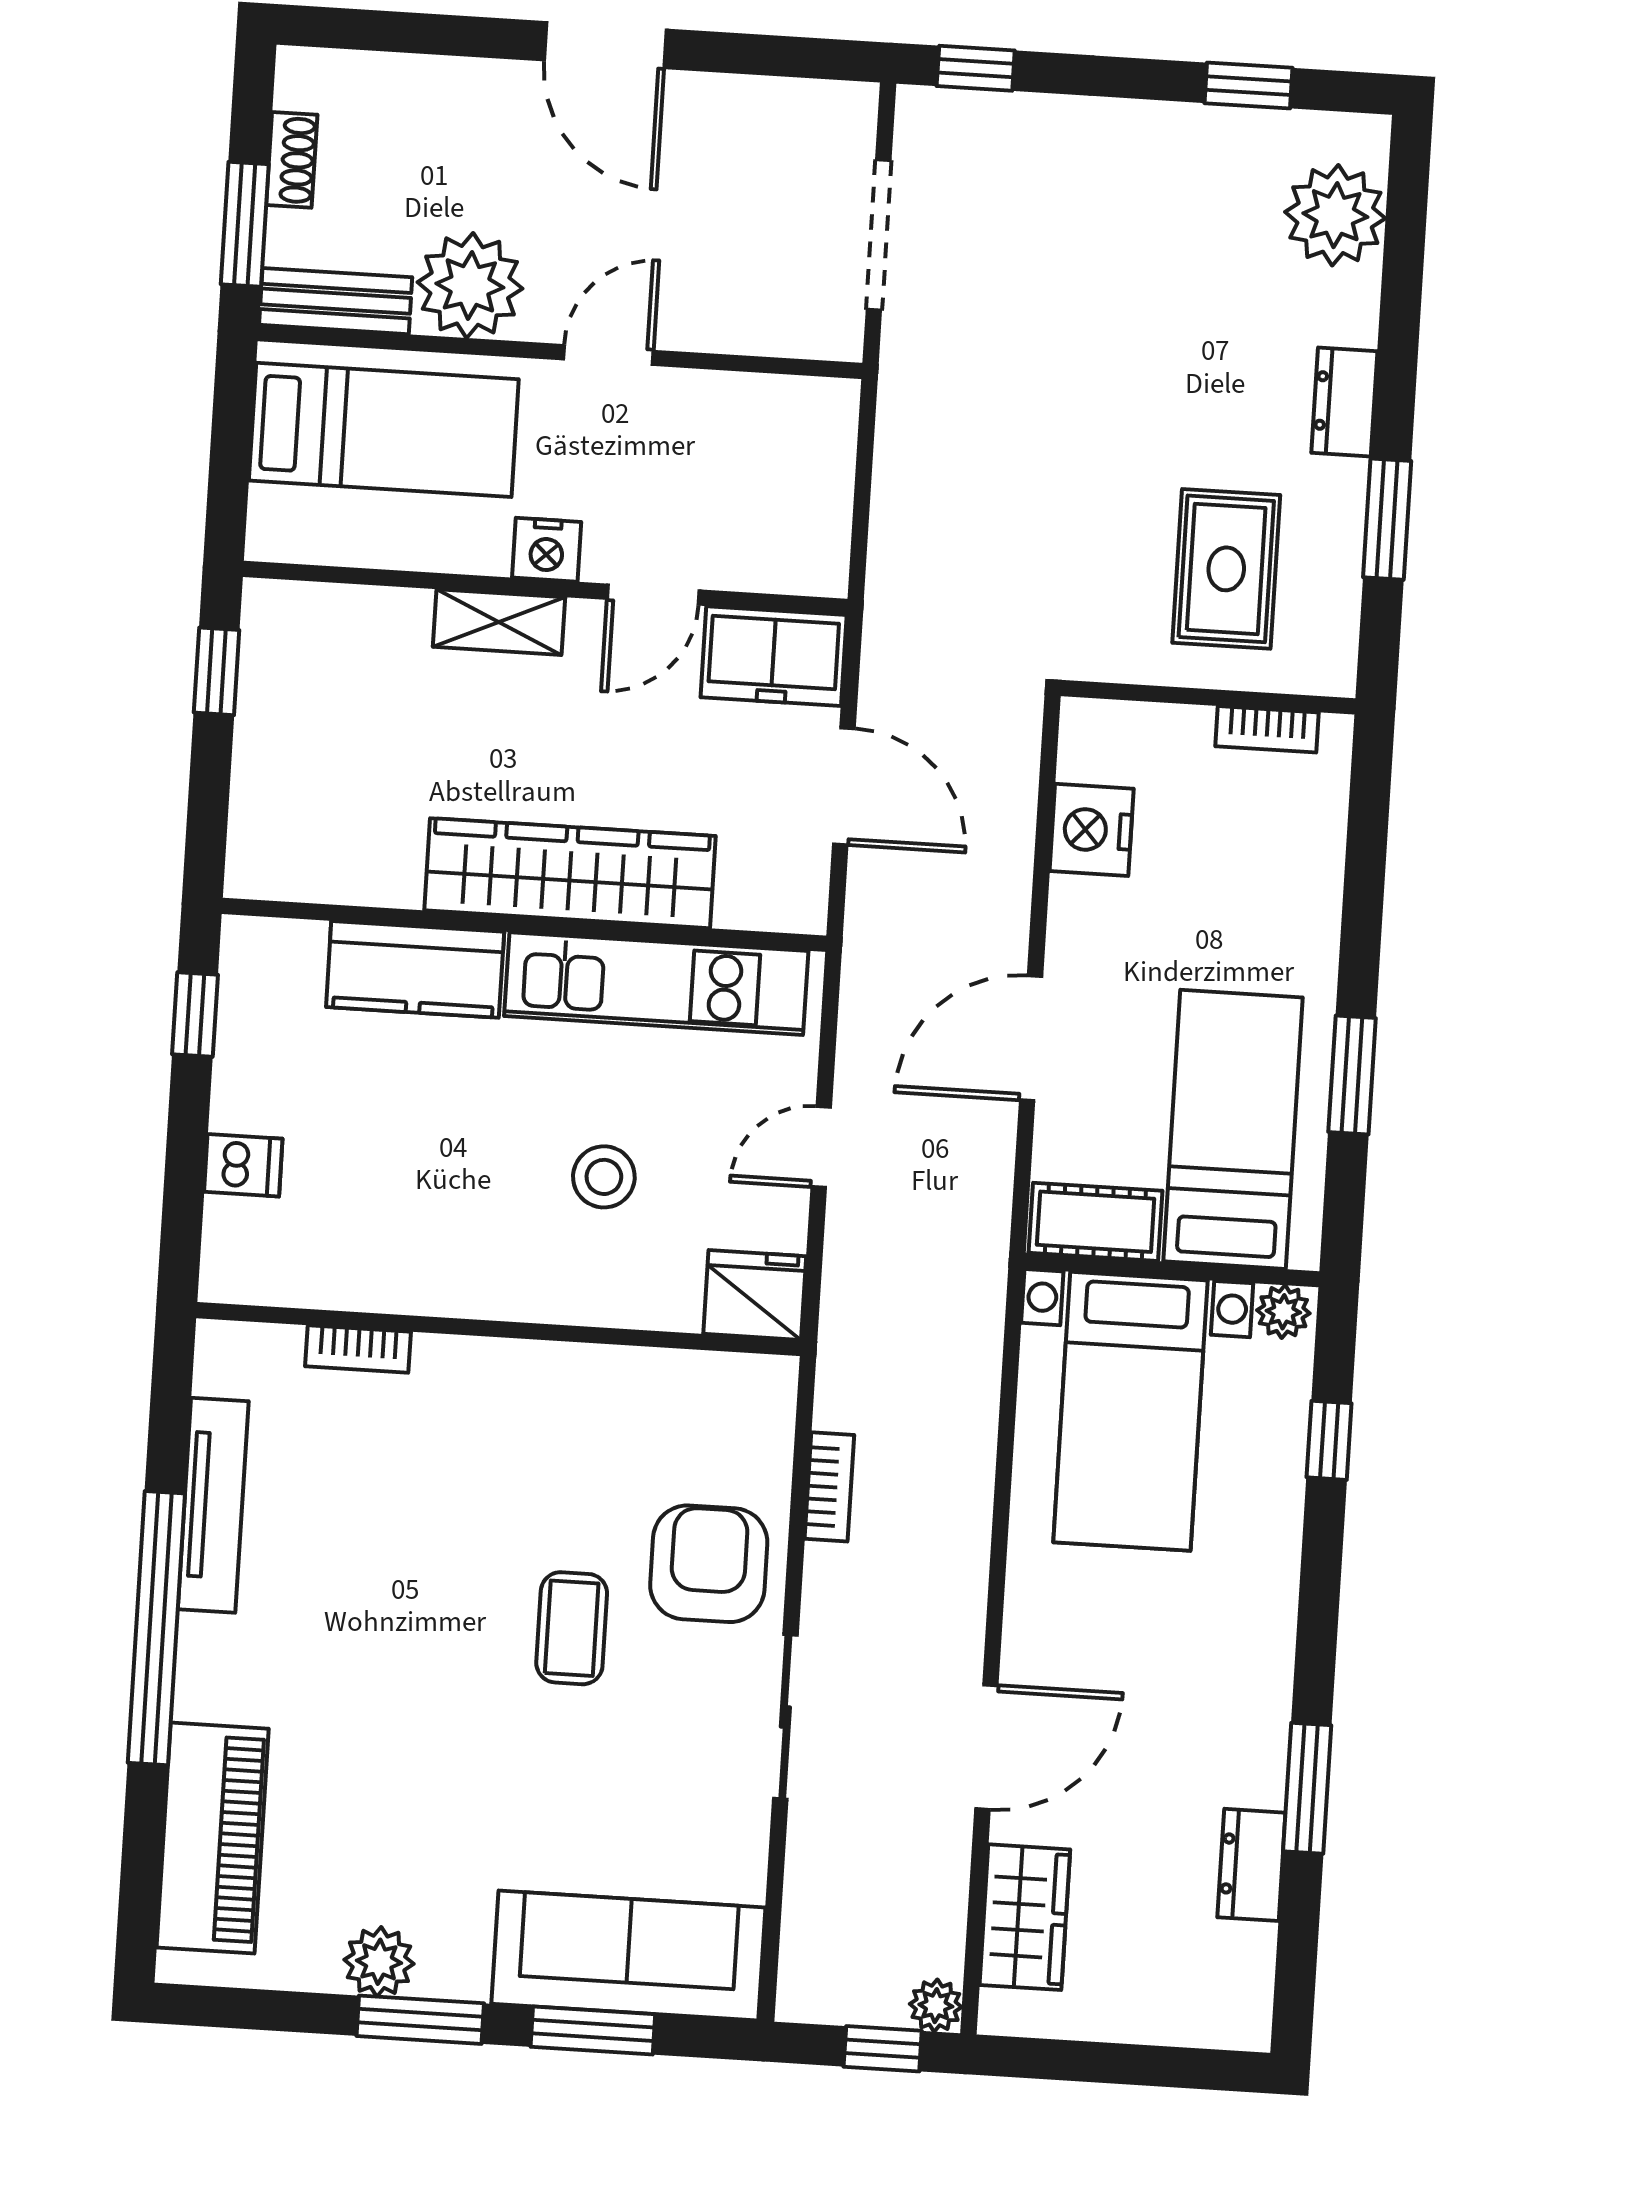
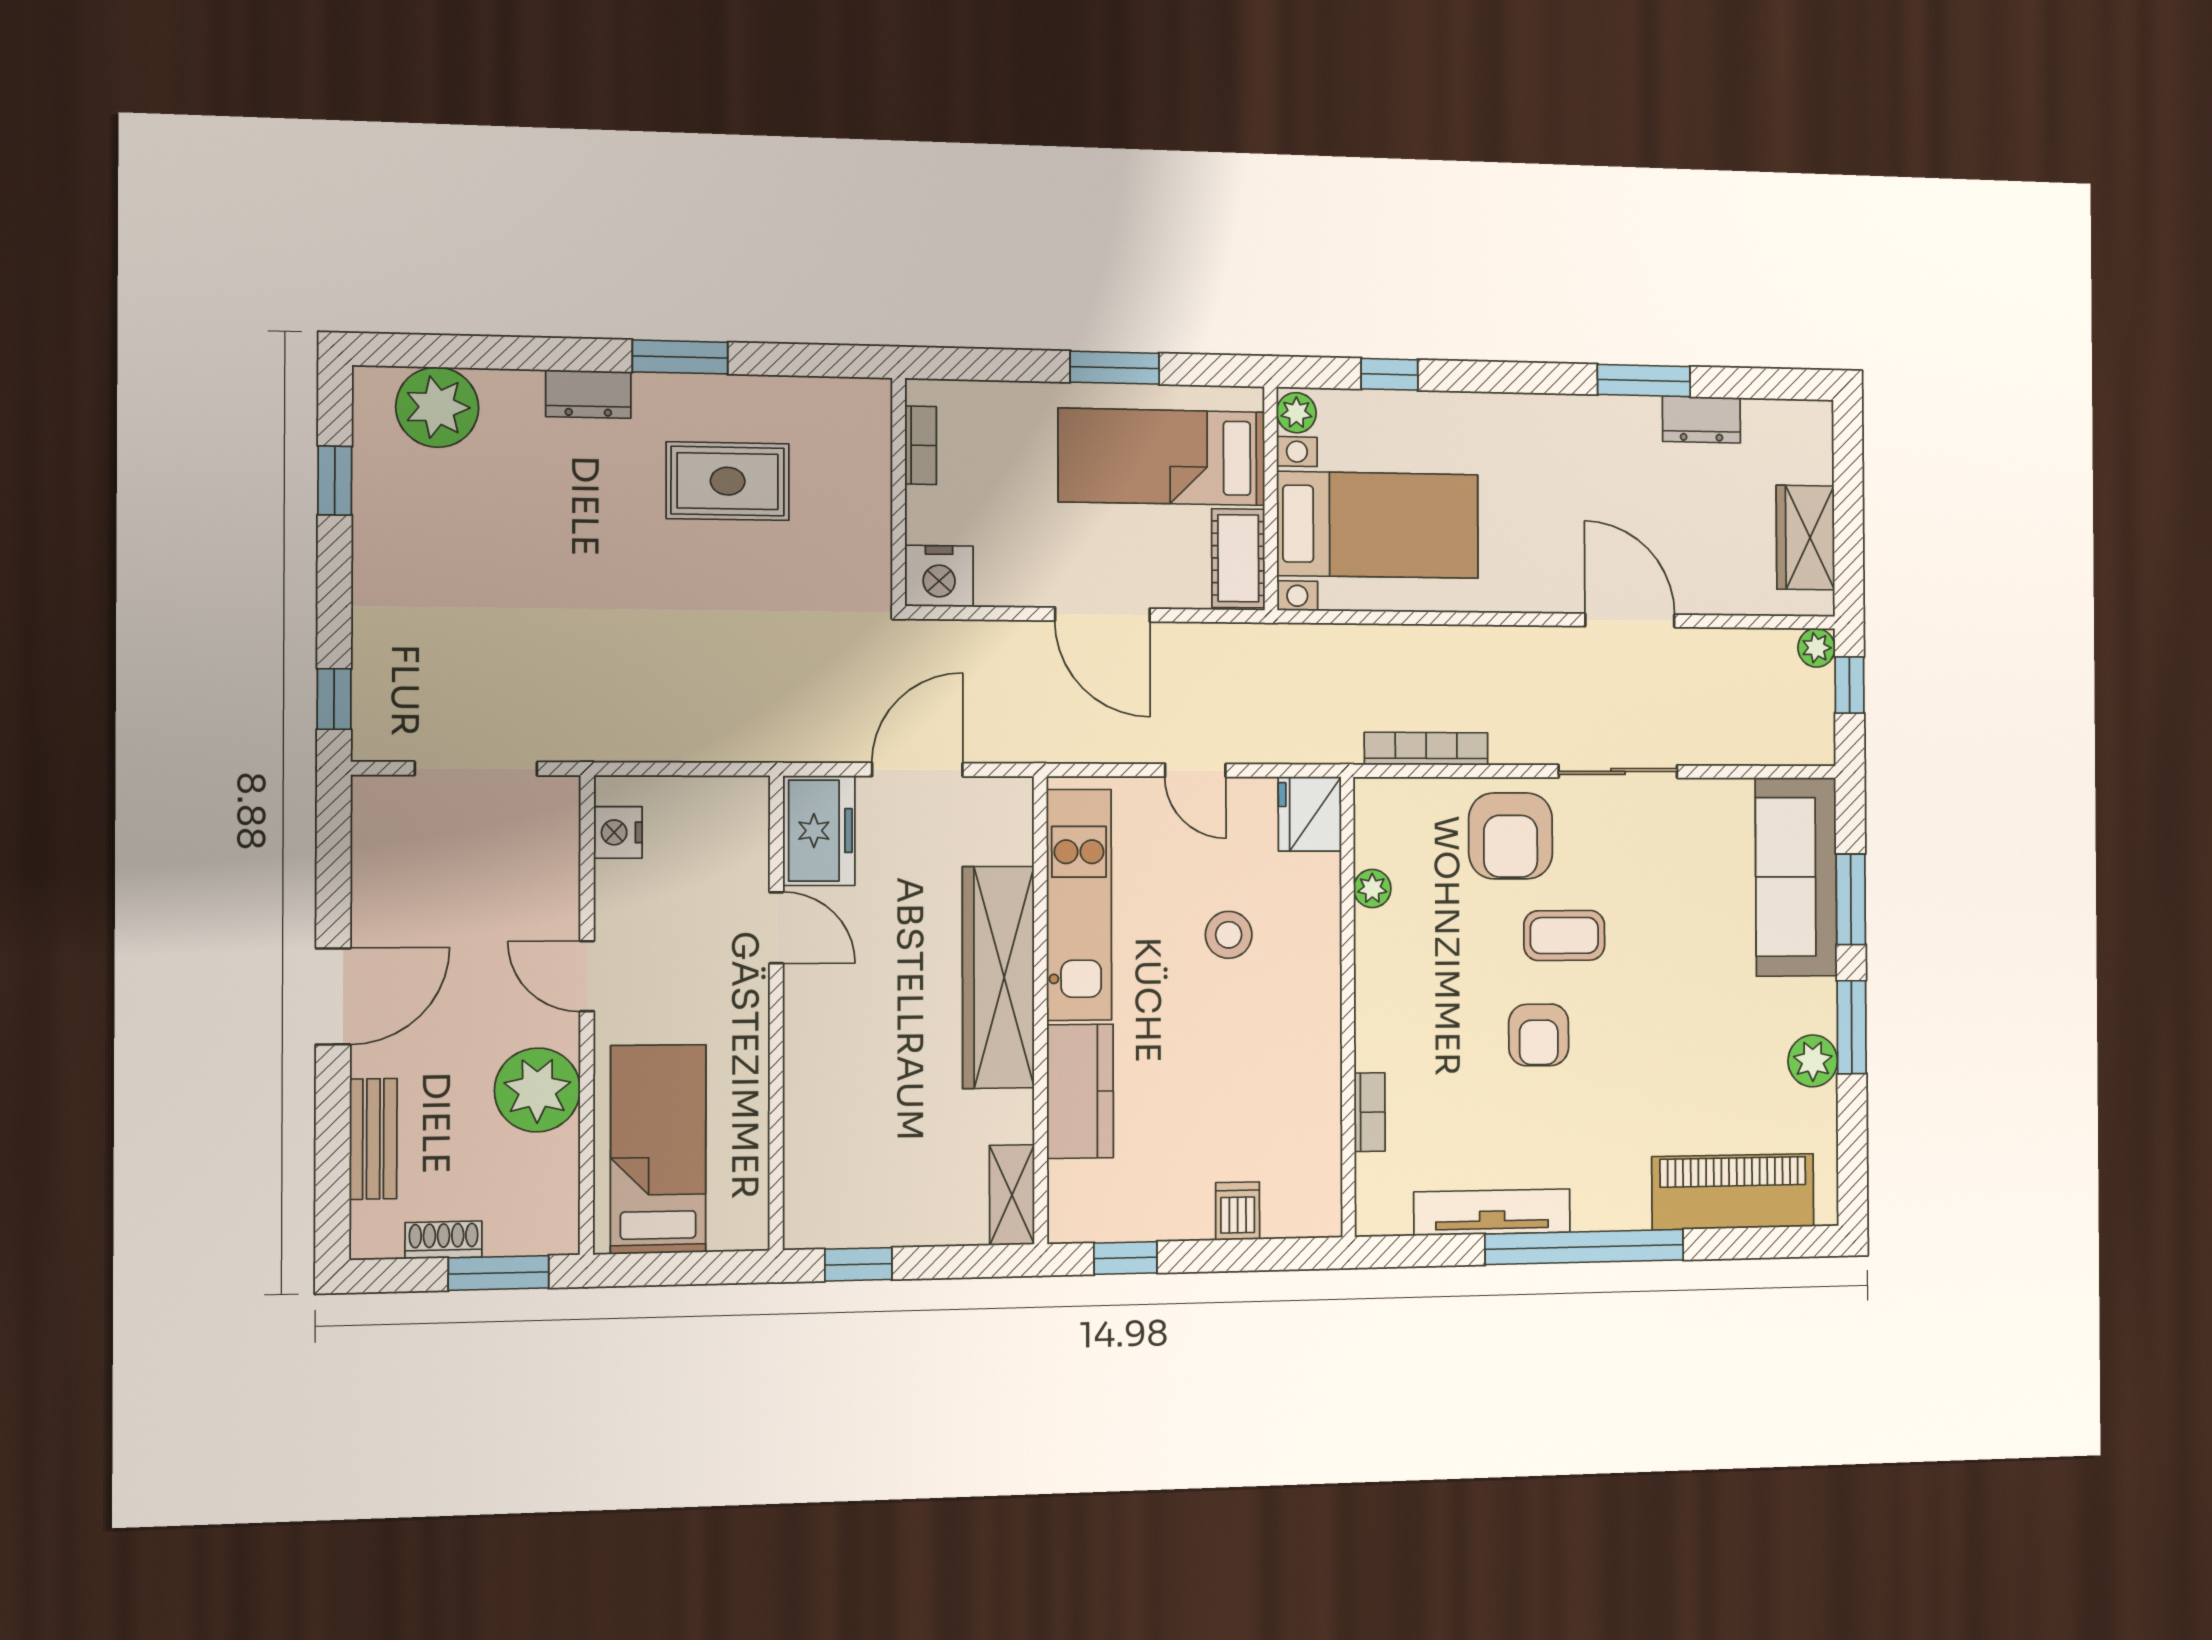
bench: (336, 301) -> (373, 1139), moved
nightstand: (547, 550) -> (618, 832), moved, turned 180
shelving: (499, 622) -> (1012, 1195), moved
wall: (1208, 697) -> (899, 492), moved
bookcase: (1267, 729) -> (921, 445), moved
plant: (652, 1372) -> (1372, 888), added
bookcase: (829, 1487) -> (1426, 749), width x1.56
armchair: (709, 1564) -> (1511, 836), turned -90
armchair: (442, 1584) -> (1539, 1035), added
wardrobe: (1025, 1917) -> (1805, 538), moved, turned -90

